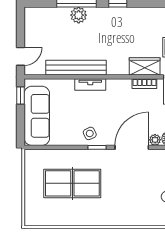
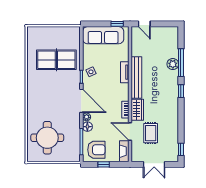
bench: (76, 68) -> (136, 78), moved
table tennis table: (72, 183) -> (56, 60), turned 90

